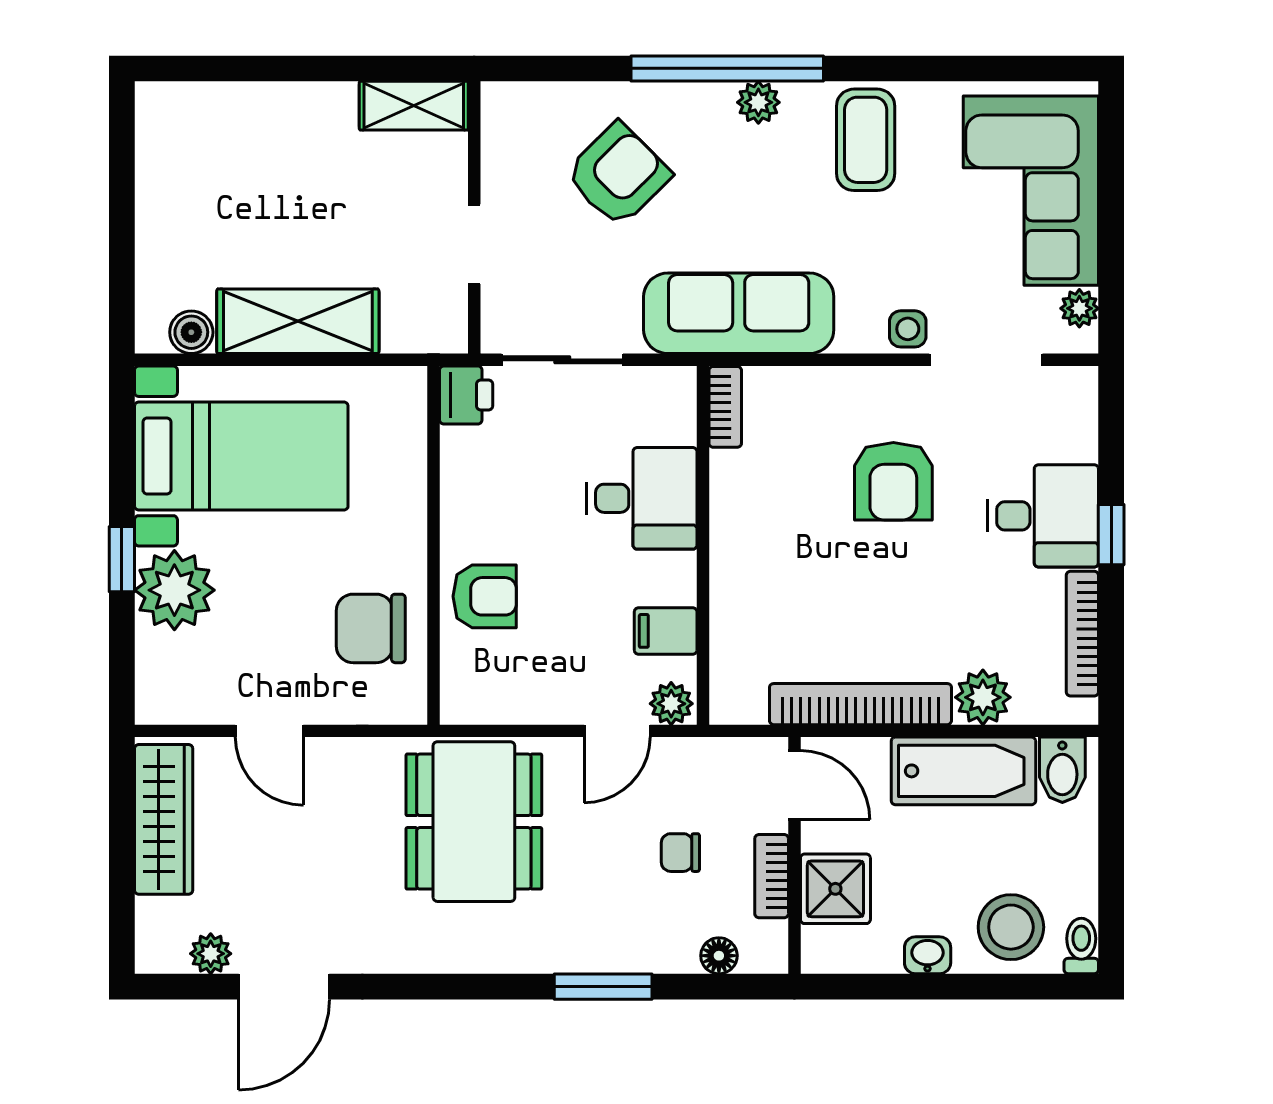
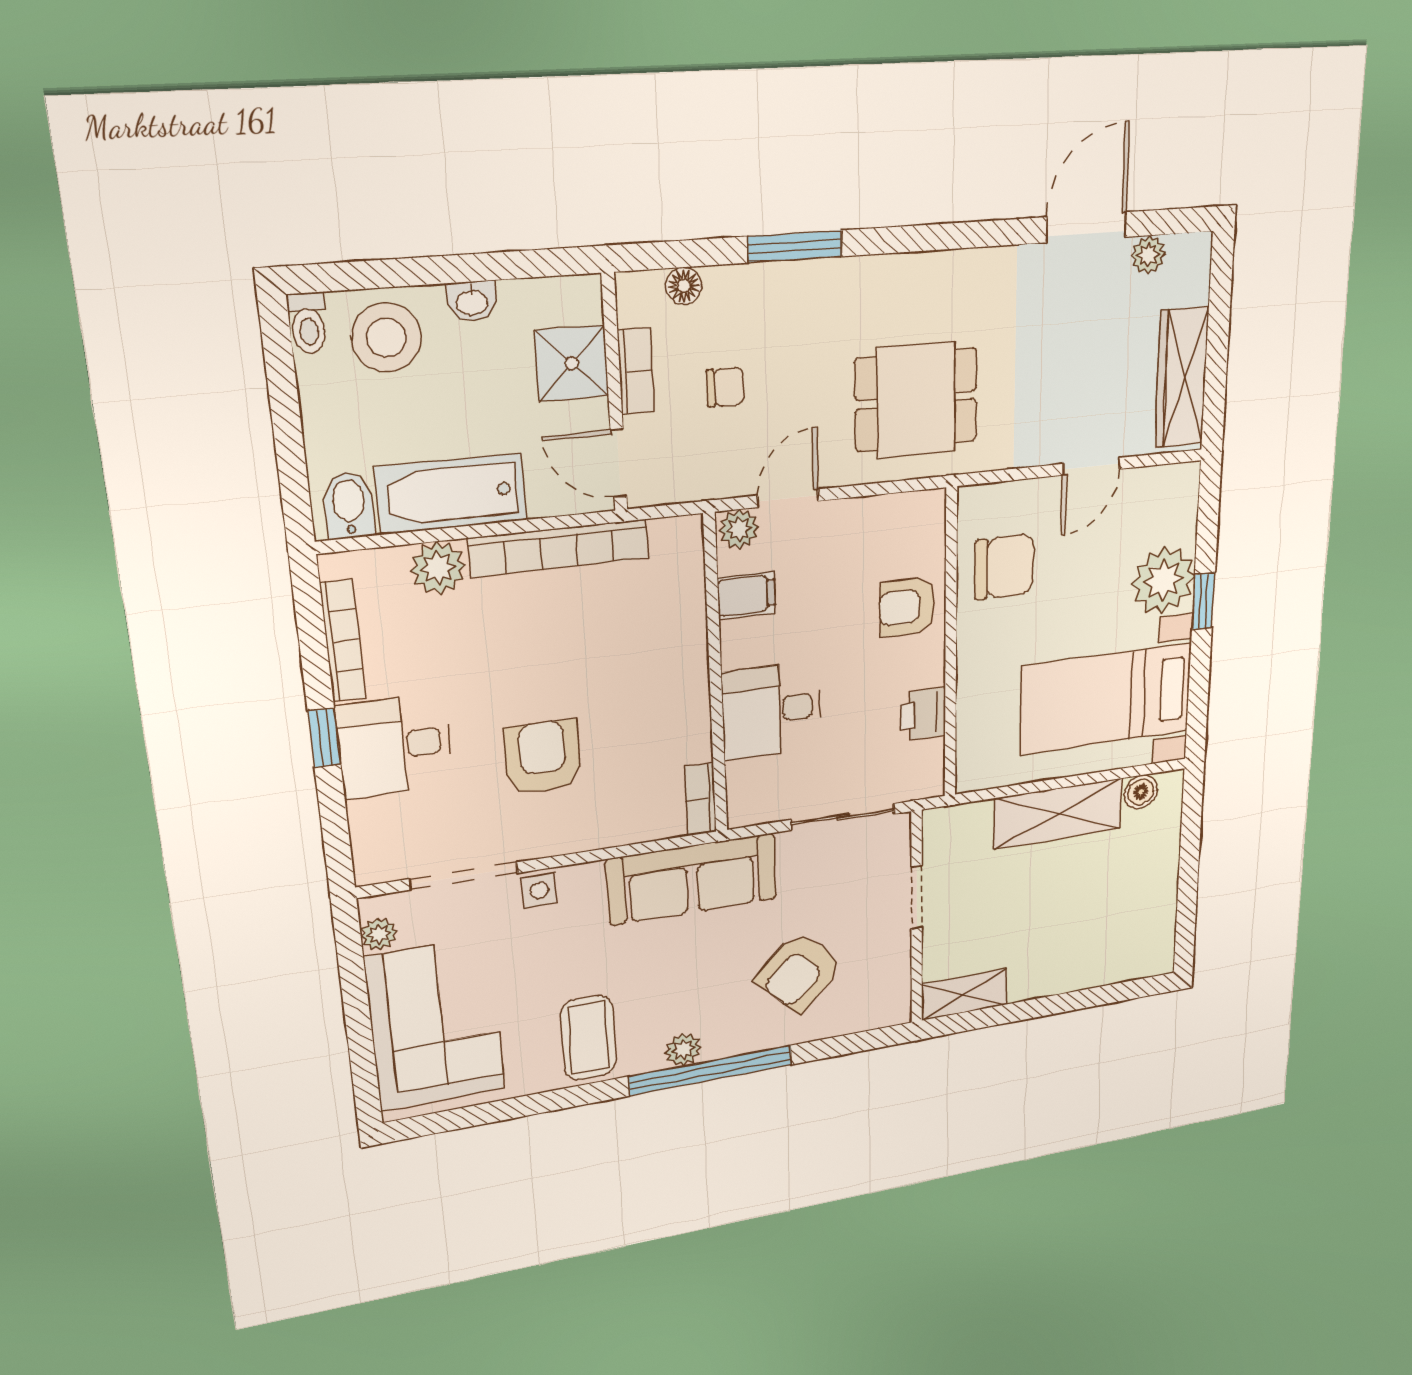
printer: (466, 395) -> (923, 714), moved
door: (269, 731) -> (1091, 466), swing flipped
dining table: (474, 822) -> (916, 400), width x0.73

